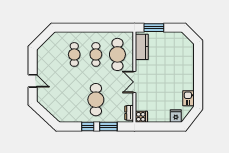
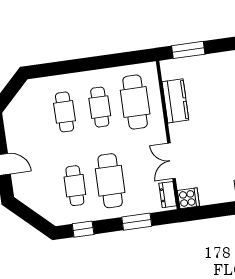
kitchen counter: (142, 47) -> (175, 101), moved
double door: (134, 82) -> (172, 161), moved
cafe table: (74, 100) -> (75, 186), added
window: (88, 126) -> (83, 229), moved

